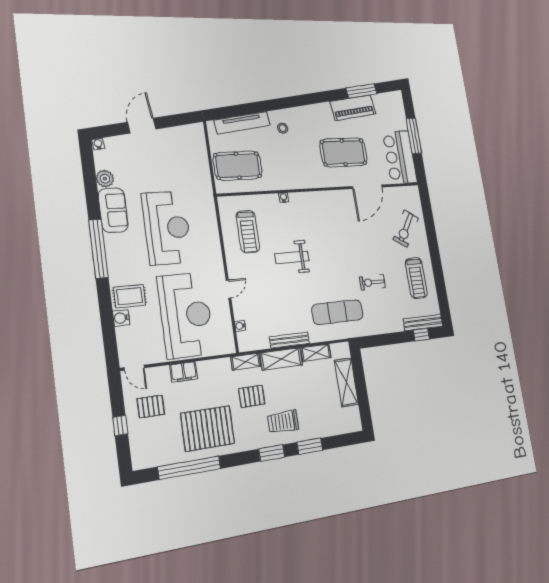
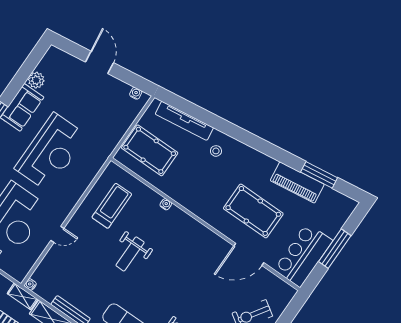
door: (142, 126) -> (99, 62), hinge flipped
water cooler: (98, 144) -> (136, 93), moved
treadmill: (248, 232) -> (112, 206), turned 180
weight bench: (292, 257) -> (130, 254), turned -90
water cooler: (240, 326) -> (30, 284), moved

